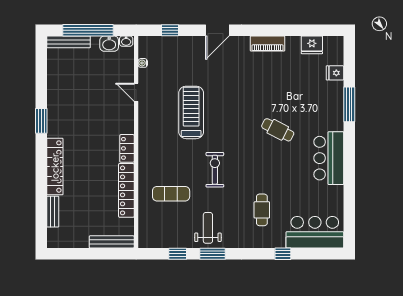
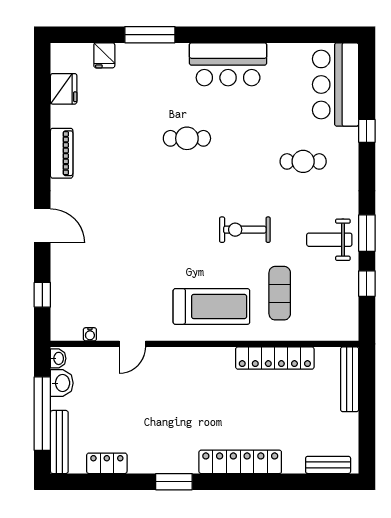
treadmill: (191, 112) -> (211, 306), moved, turned 180
cafe table: (278, 130) -> (187, 138), turned 63
locker: (127, 148) -> (107, 463), moved, turned 180
bench: (53, 212) -> (328, 465), moved

